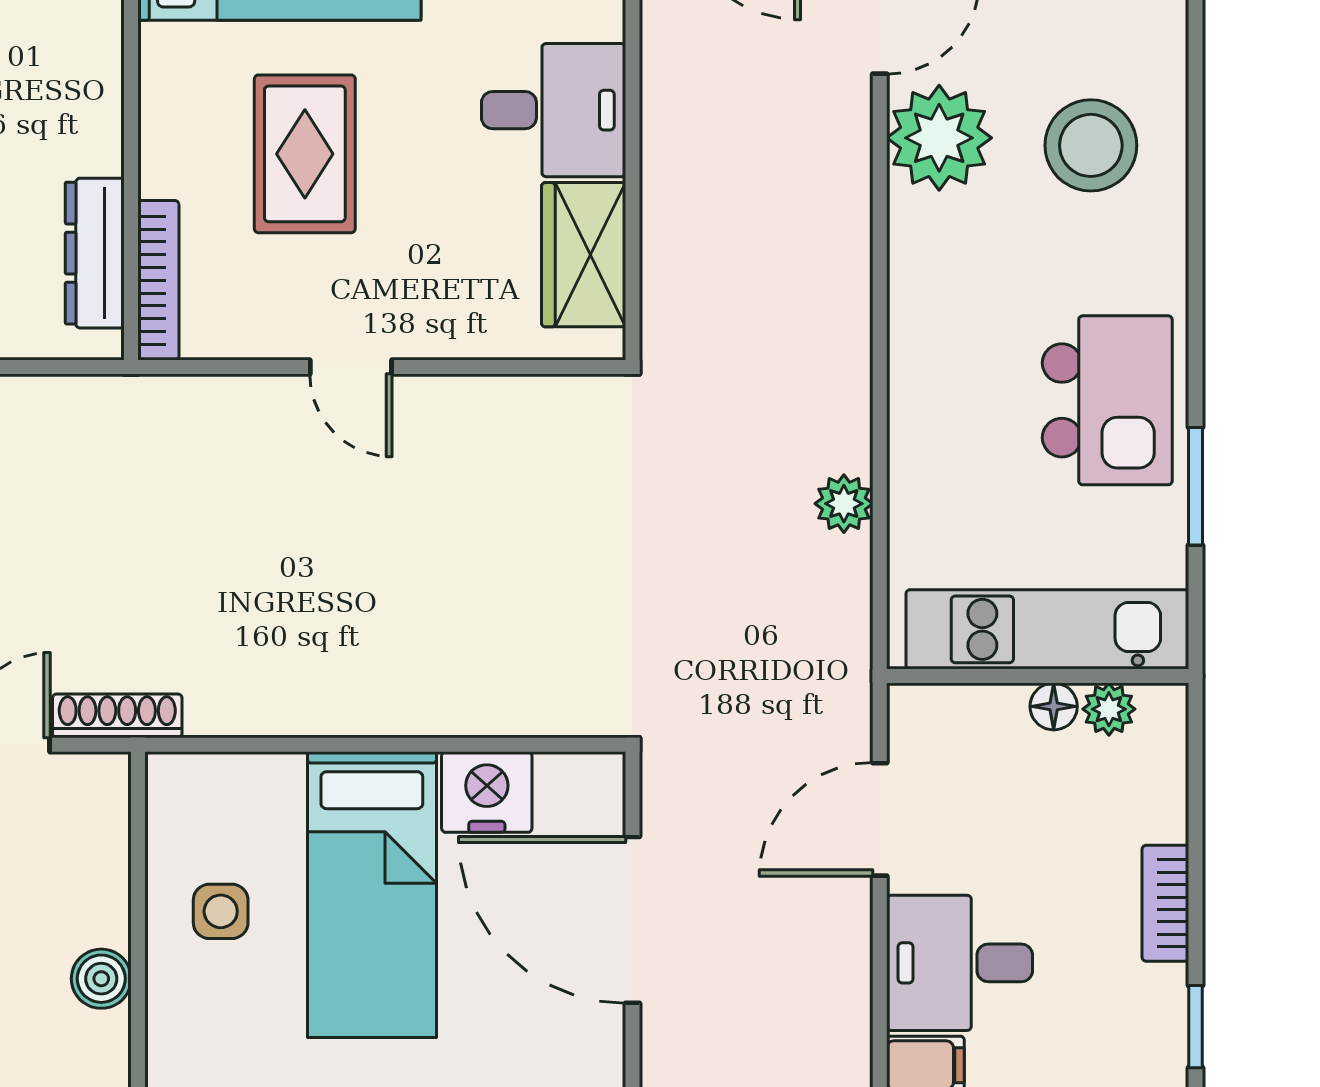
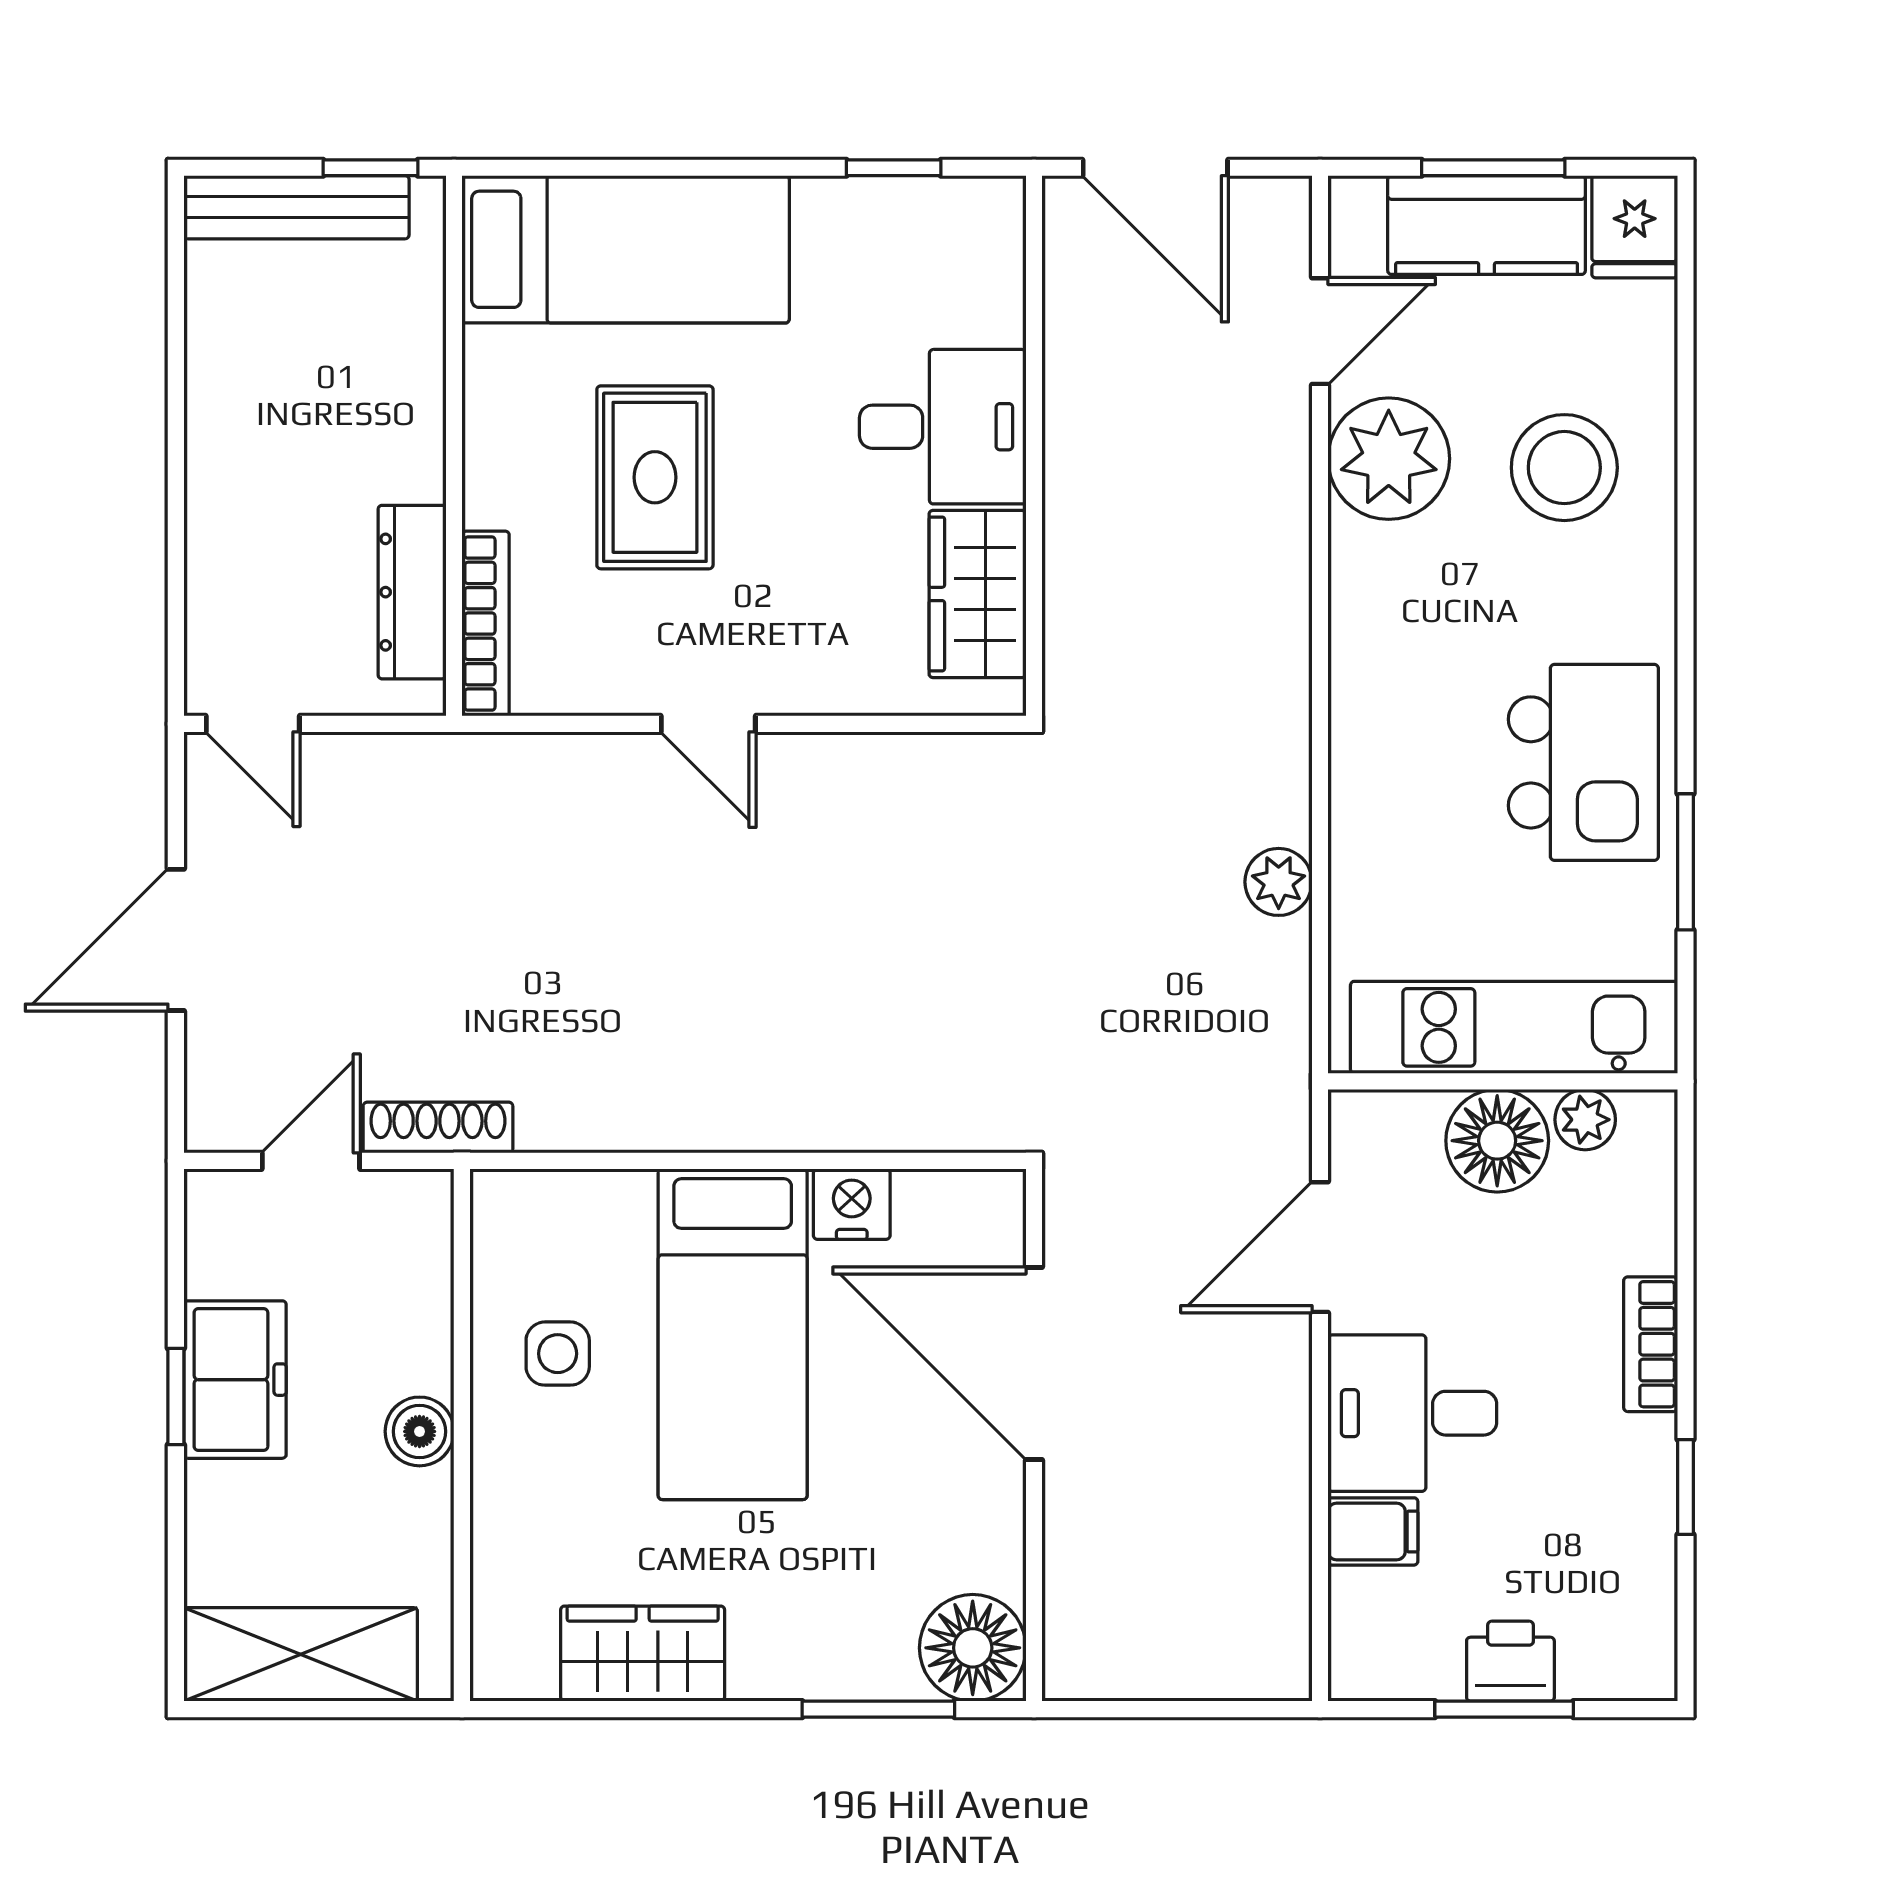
floor lamp: (1054, 706) -> (1497, 1141), width x1.89, depth x1.89
nightstand: (487, 792) -> (852, 1204), width x0.74, depth x0.75

